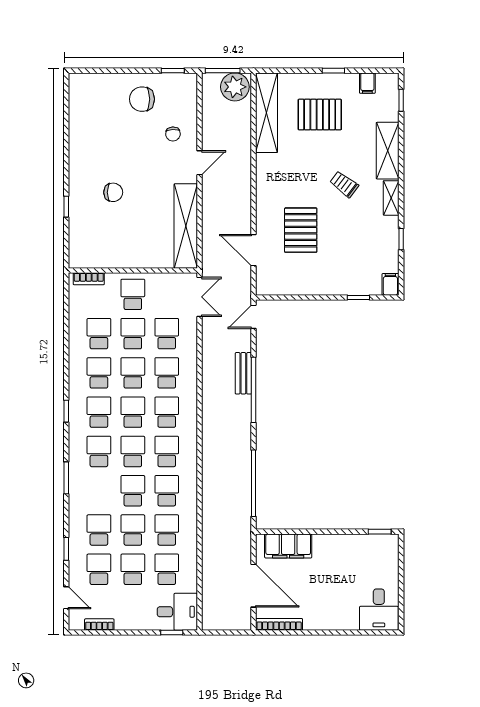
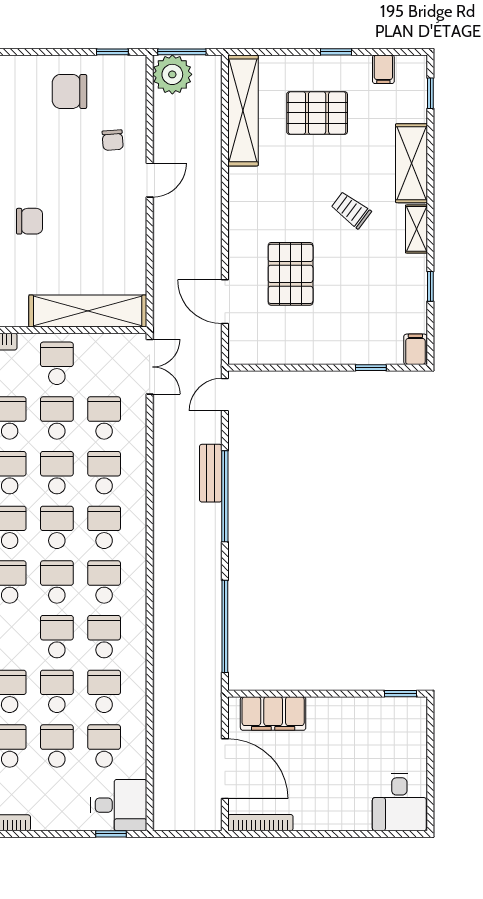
plant: (235, 87) -> (172, 74), moved
shelving: (186, 226) -> (88, 311), moved, turned 90

